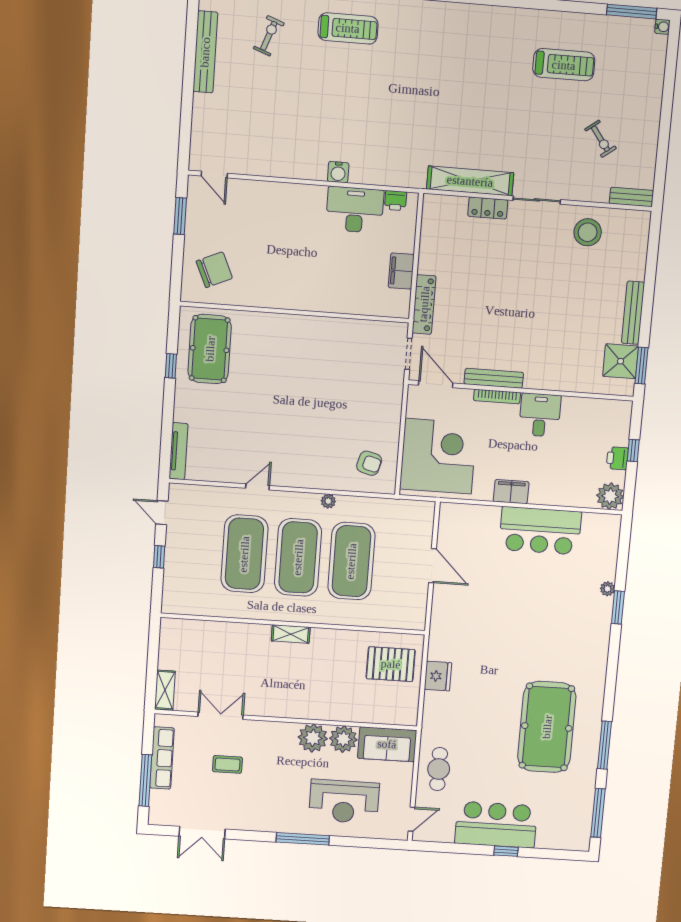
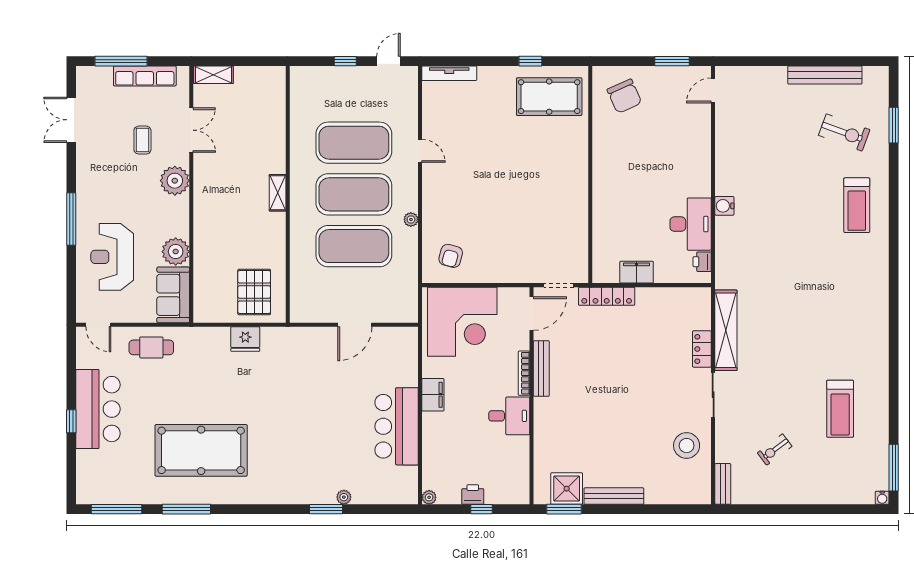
exercise bike: (269, 36) -> (844, 133), width x1.38, depth x1.39
plant: (610, 496) -> (429, 497), width x0.53, depth x0.53
plant: (313, 738) -> (175, 181), moved

